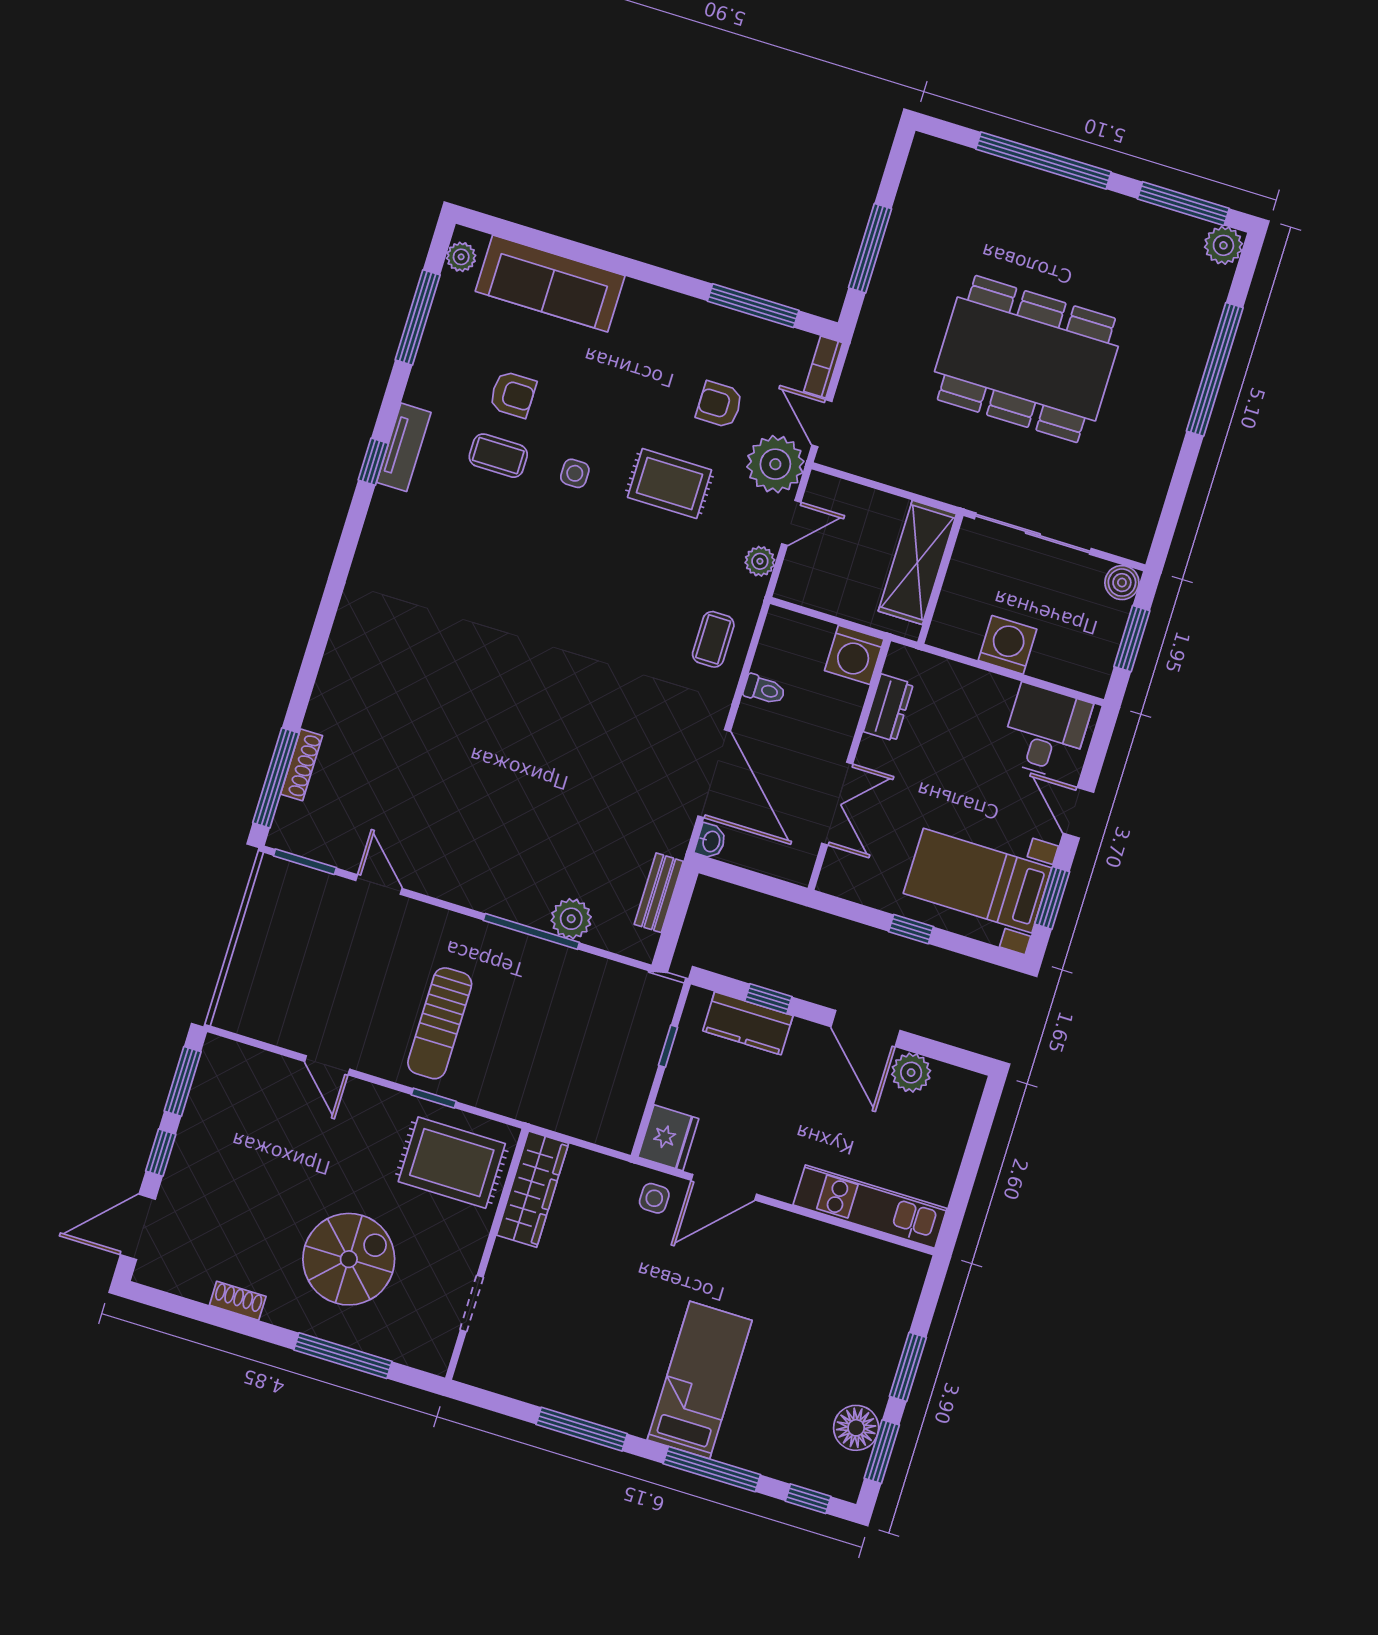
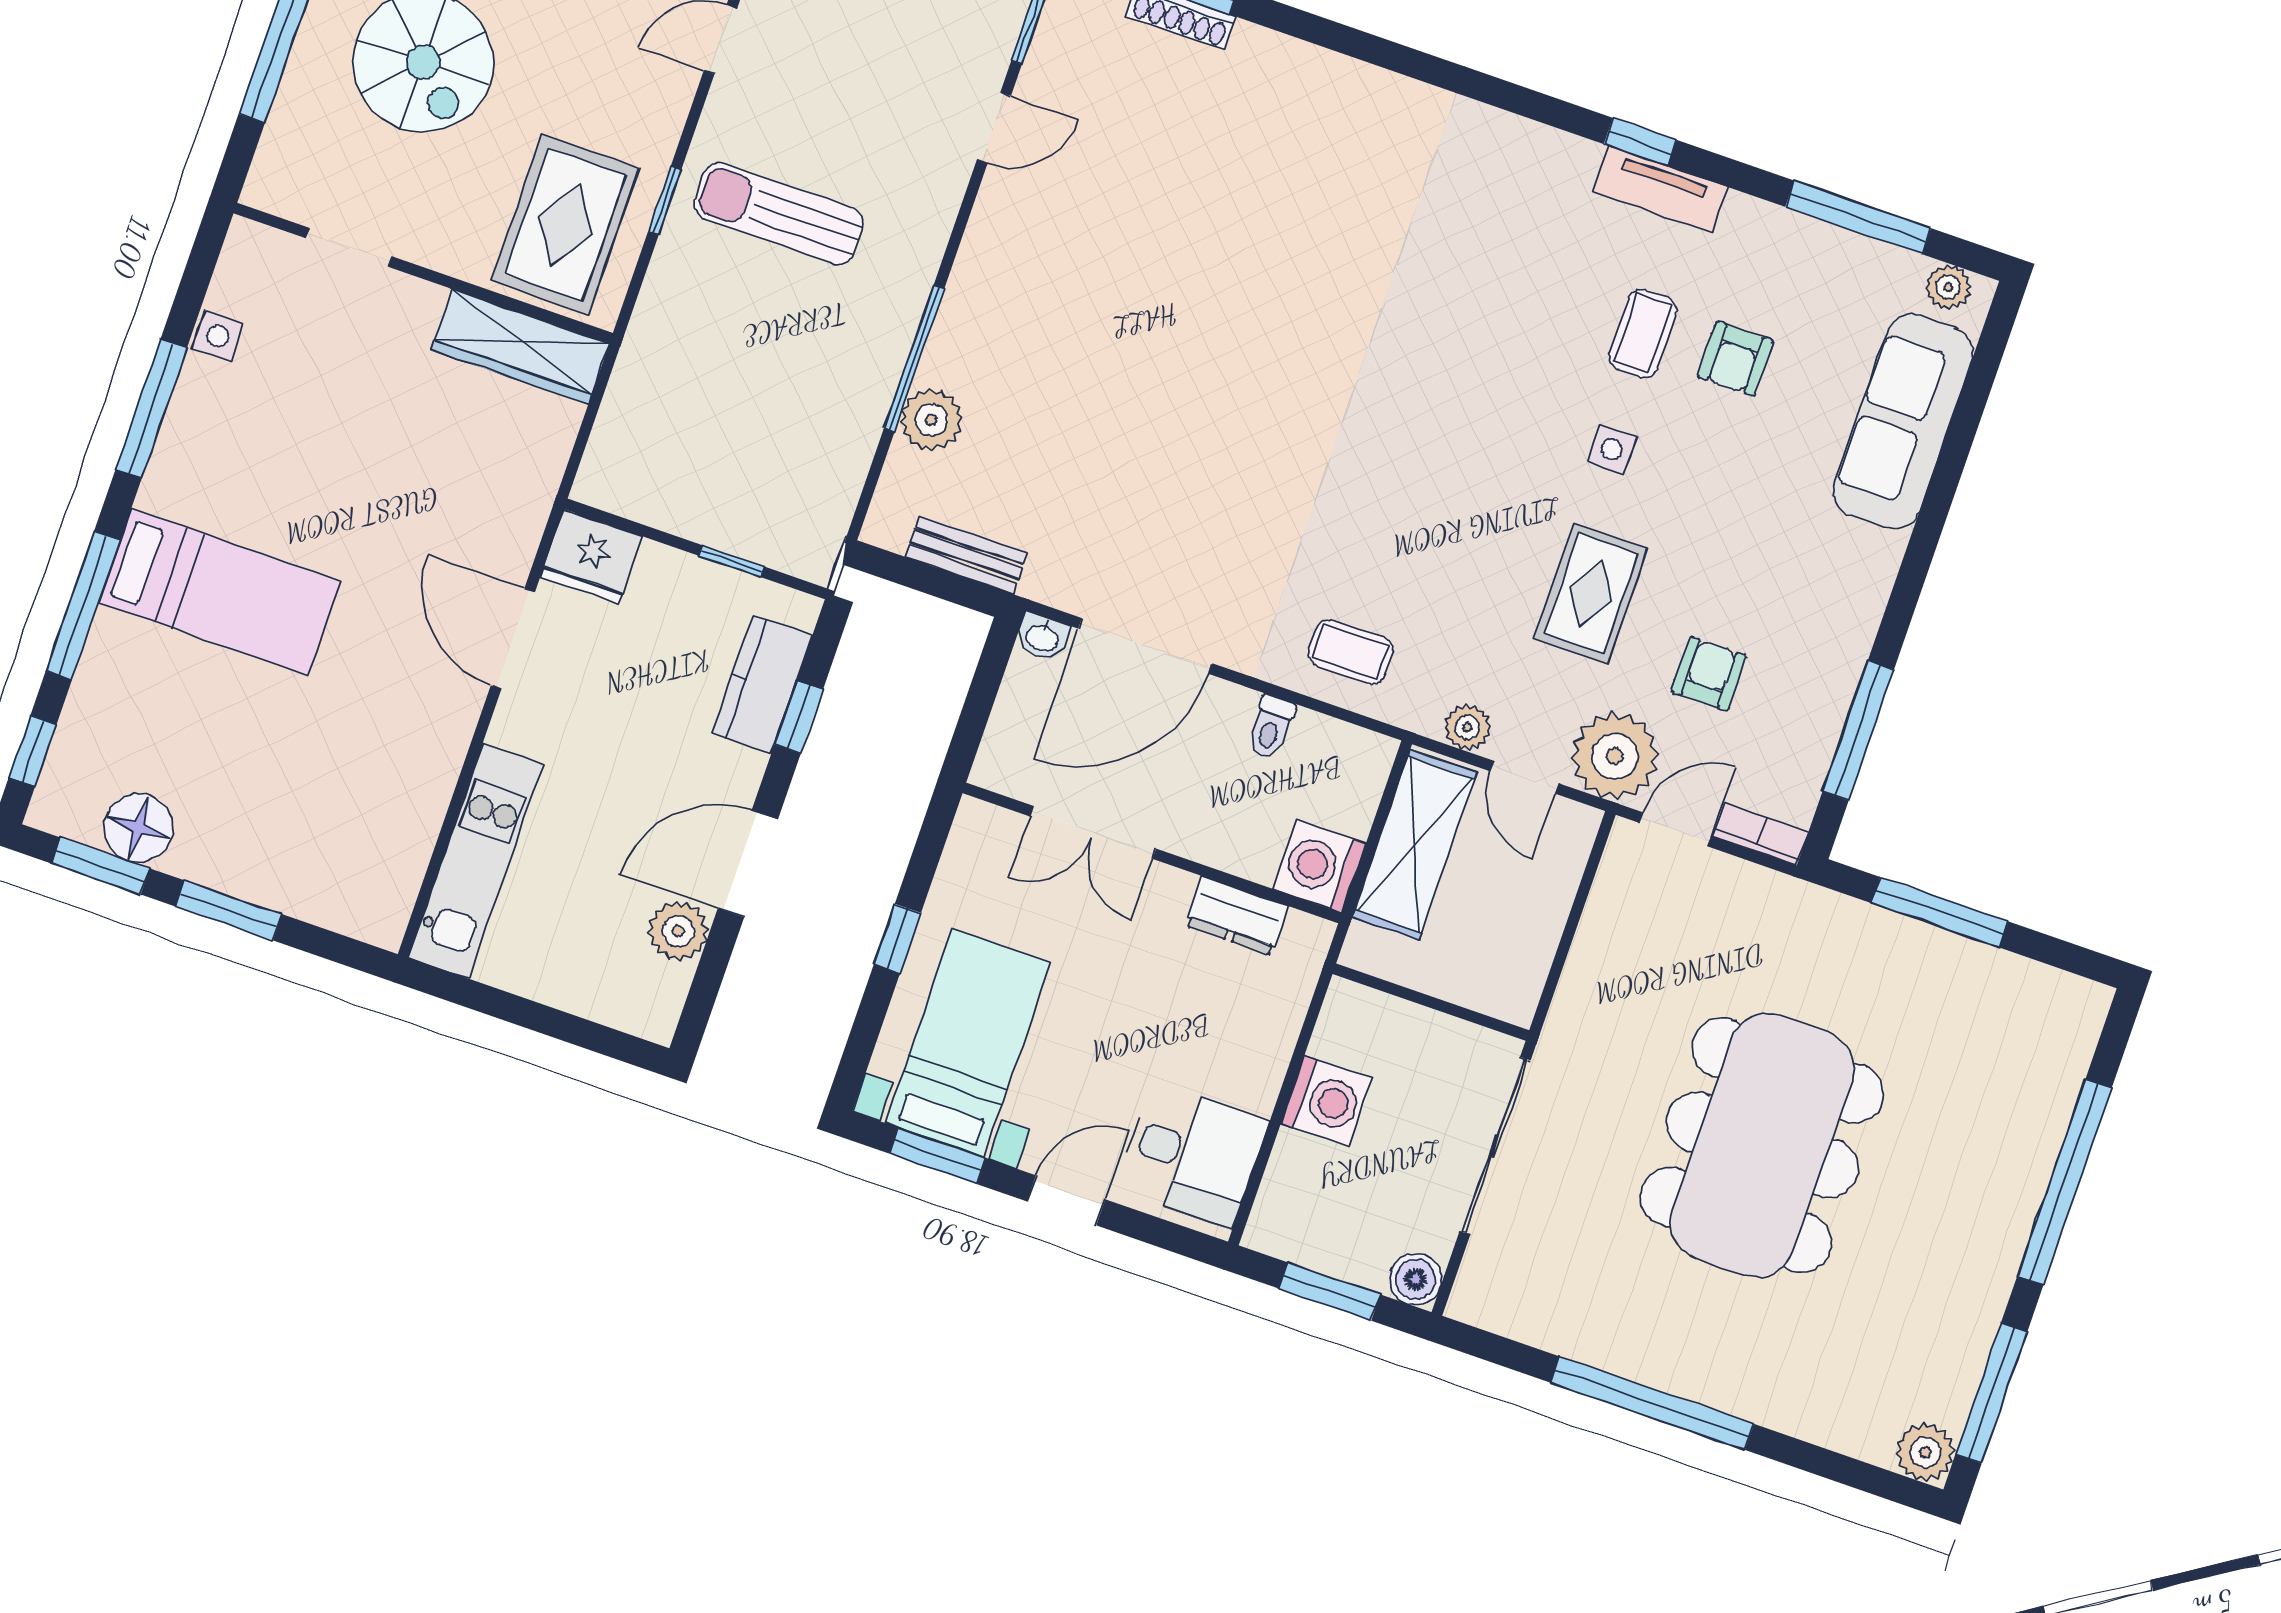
window: (1215, 369) -> (1652, 1403), moved
shelving: (917, 562) -> (1415, 845), moved, turned 90
side table: (654, 1198) -> (218, 336), moved

